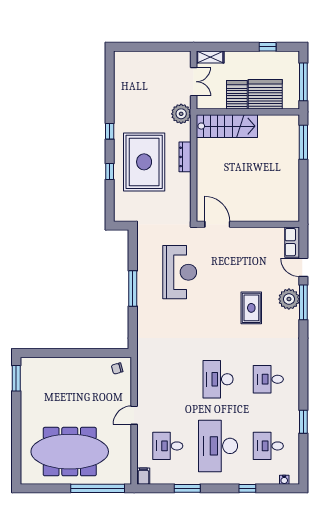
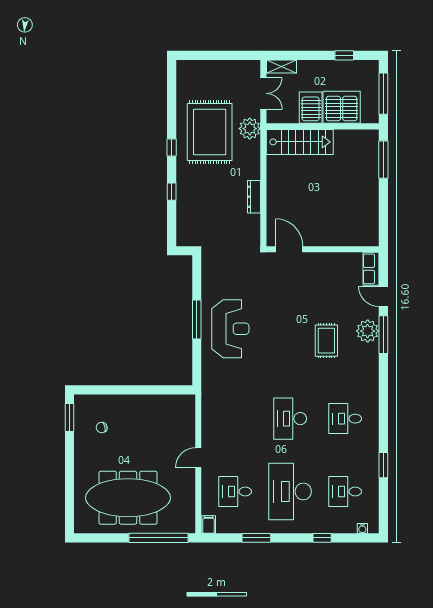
dresser: (185, 157) -> (254, 197), moved
rug: (144, 162) -> (210, 132), moved
reception desk: (180, 272) -> (230, 329), moved
chair: (117, 368) -> (102, 428), moved

